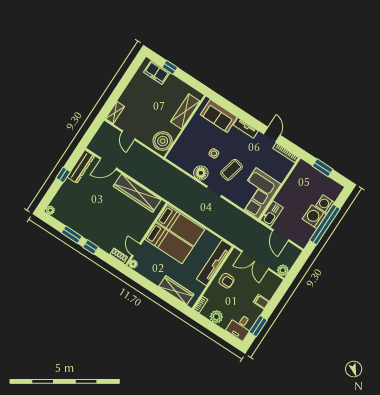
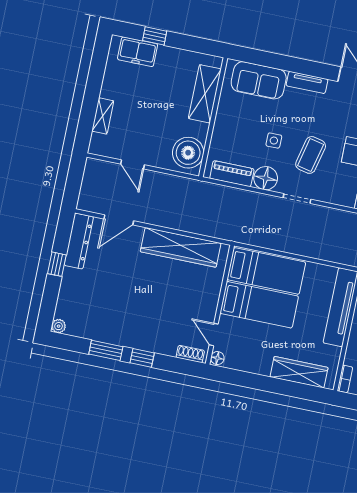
shelving: (115, 113) -> (103, 116), moved
piano: (183, 163) -> (232, 174), added

